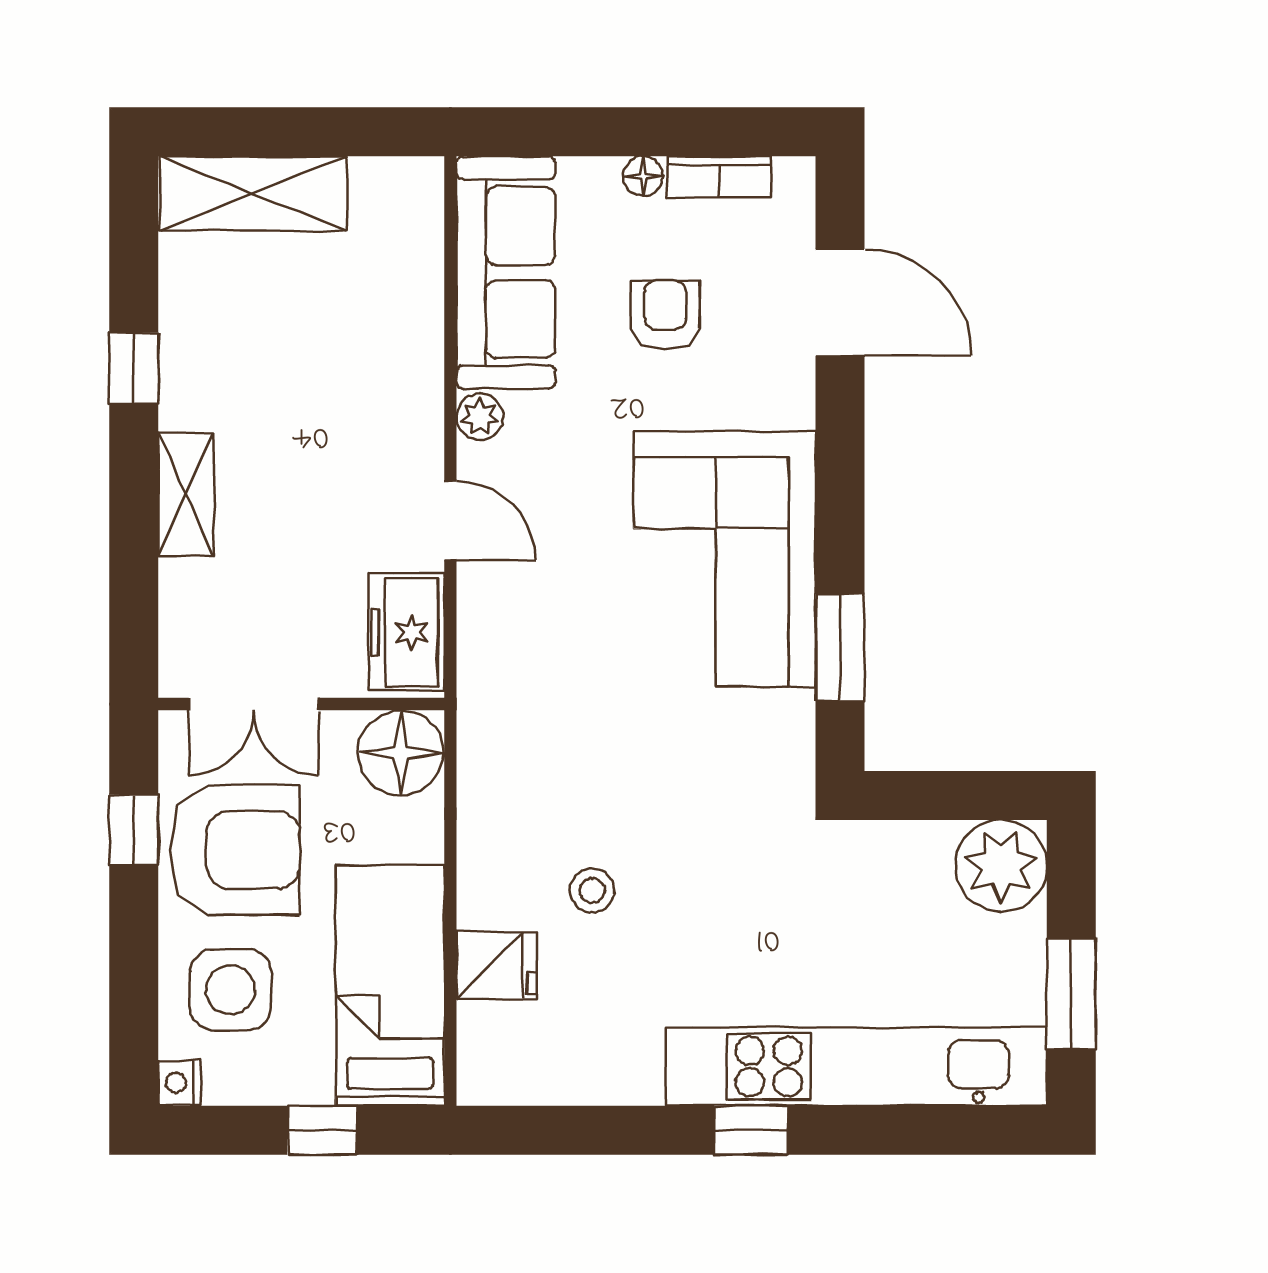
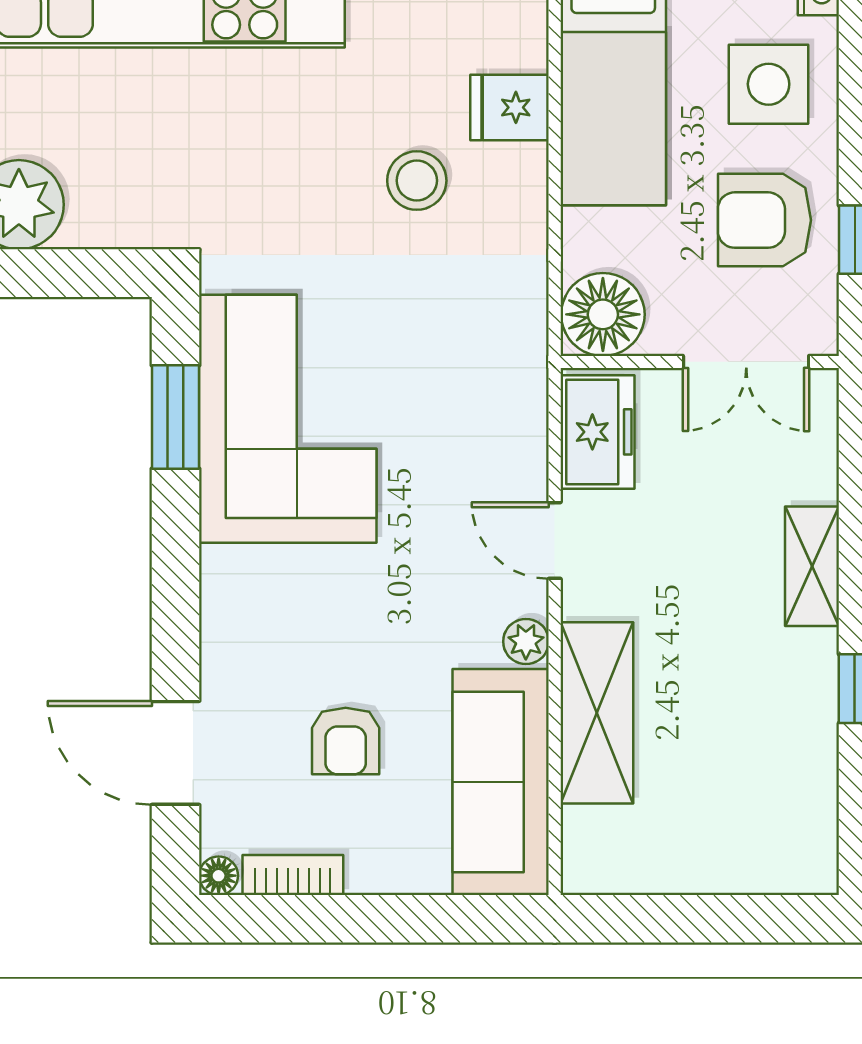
floor lamp: (643, 176) -> (219, 876), moved
shelving: (253, 193) -> (597, 713), moved, turned 90
corner sofa: (725, 559) -> (288, 419), moved
double door: (254, 704) -> (746, 362), swing flipped
armchair: (235, 850) -> (764, 220), width x0.73, depth x0.73
stool: (592, 891) -> (417, 181), width x1.37, depth x1.37

